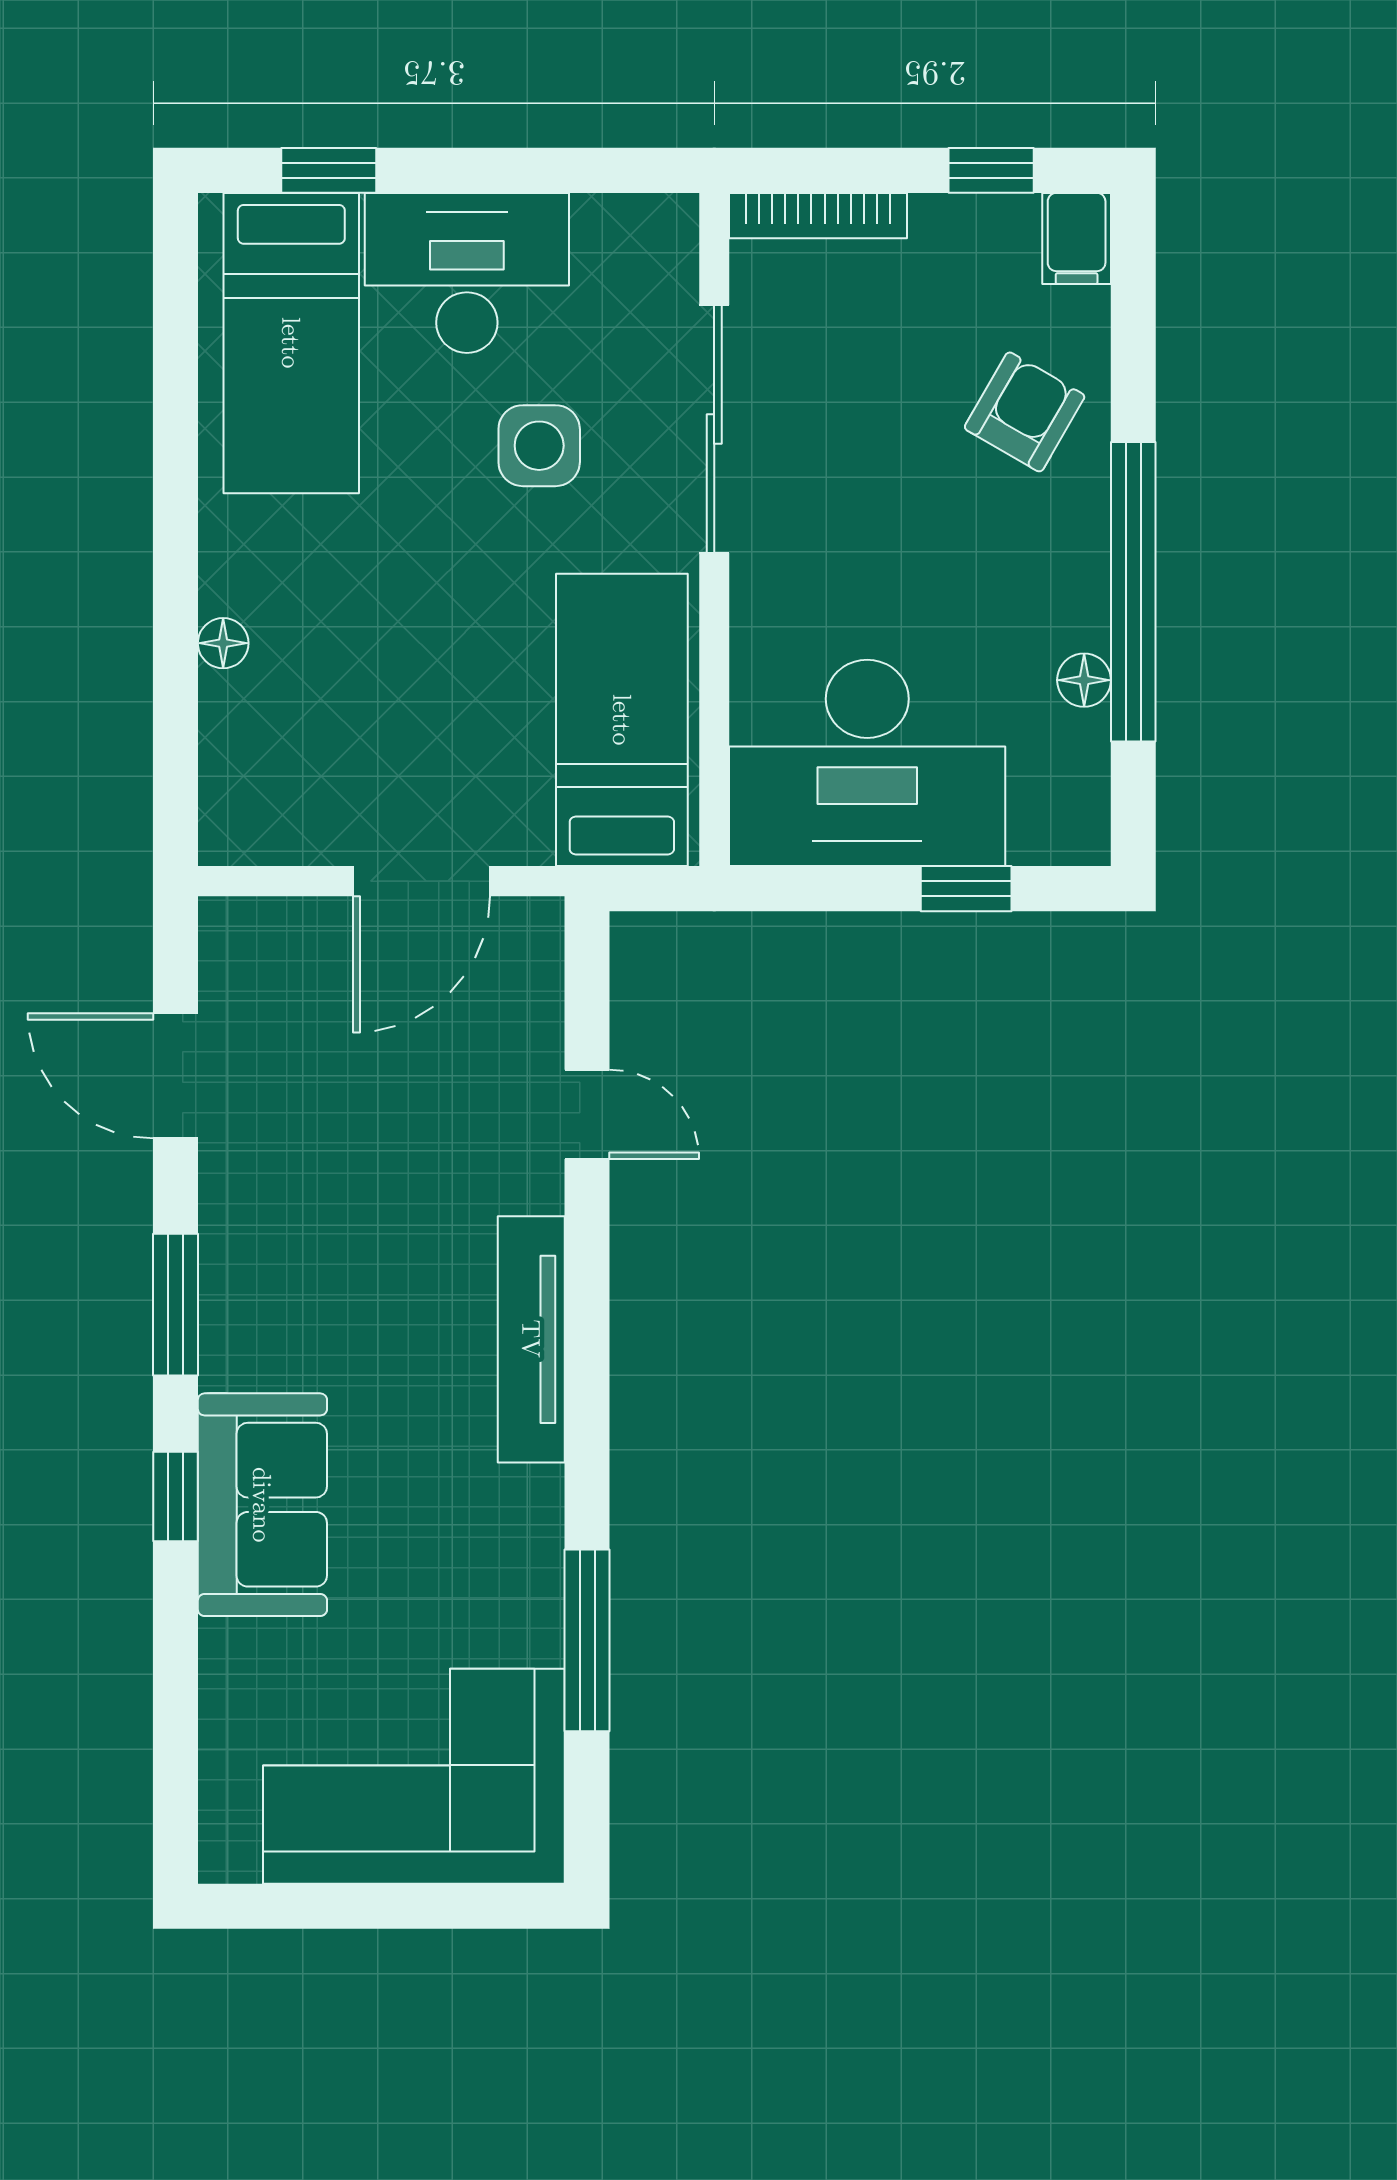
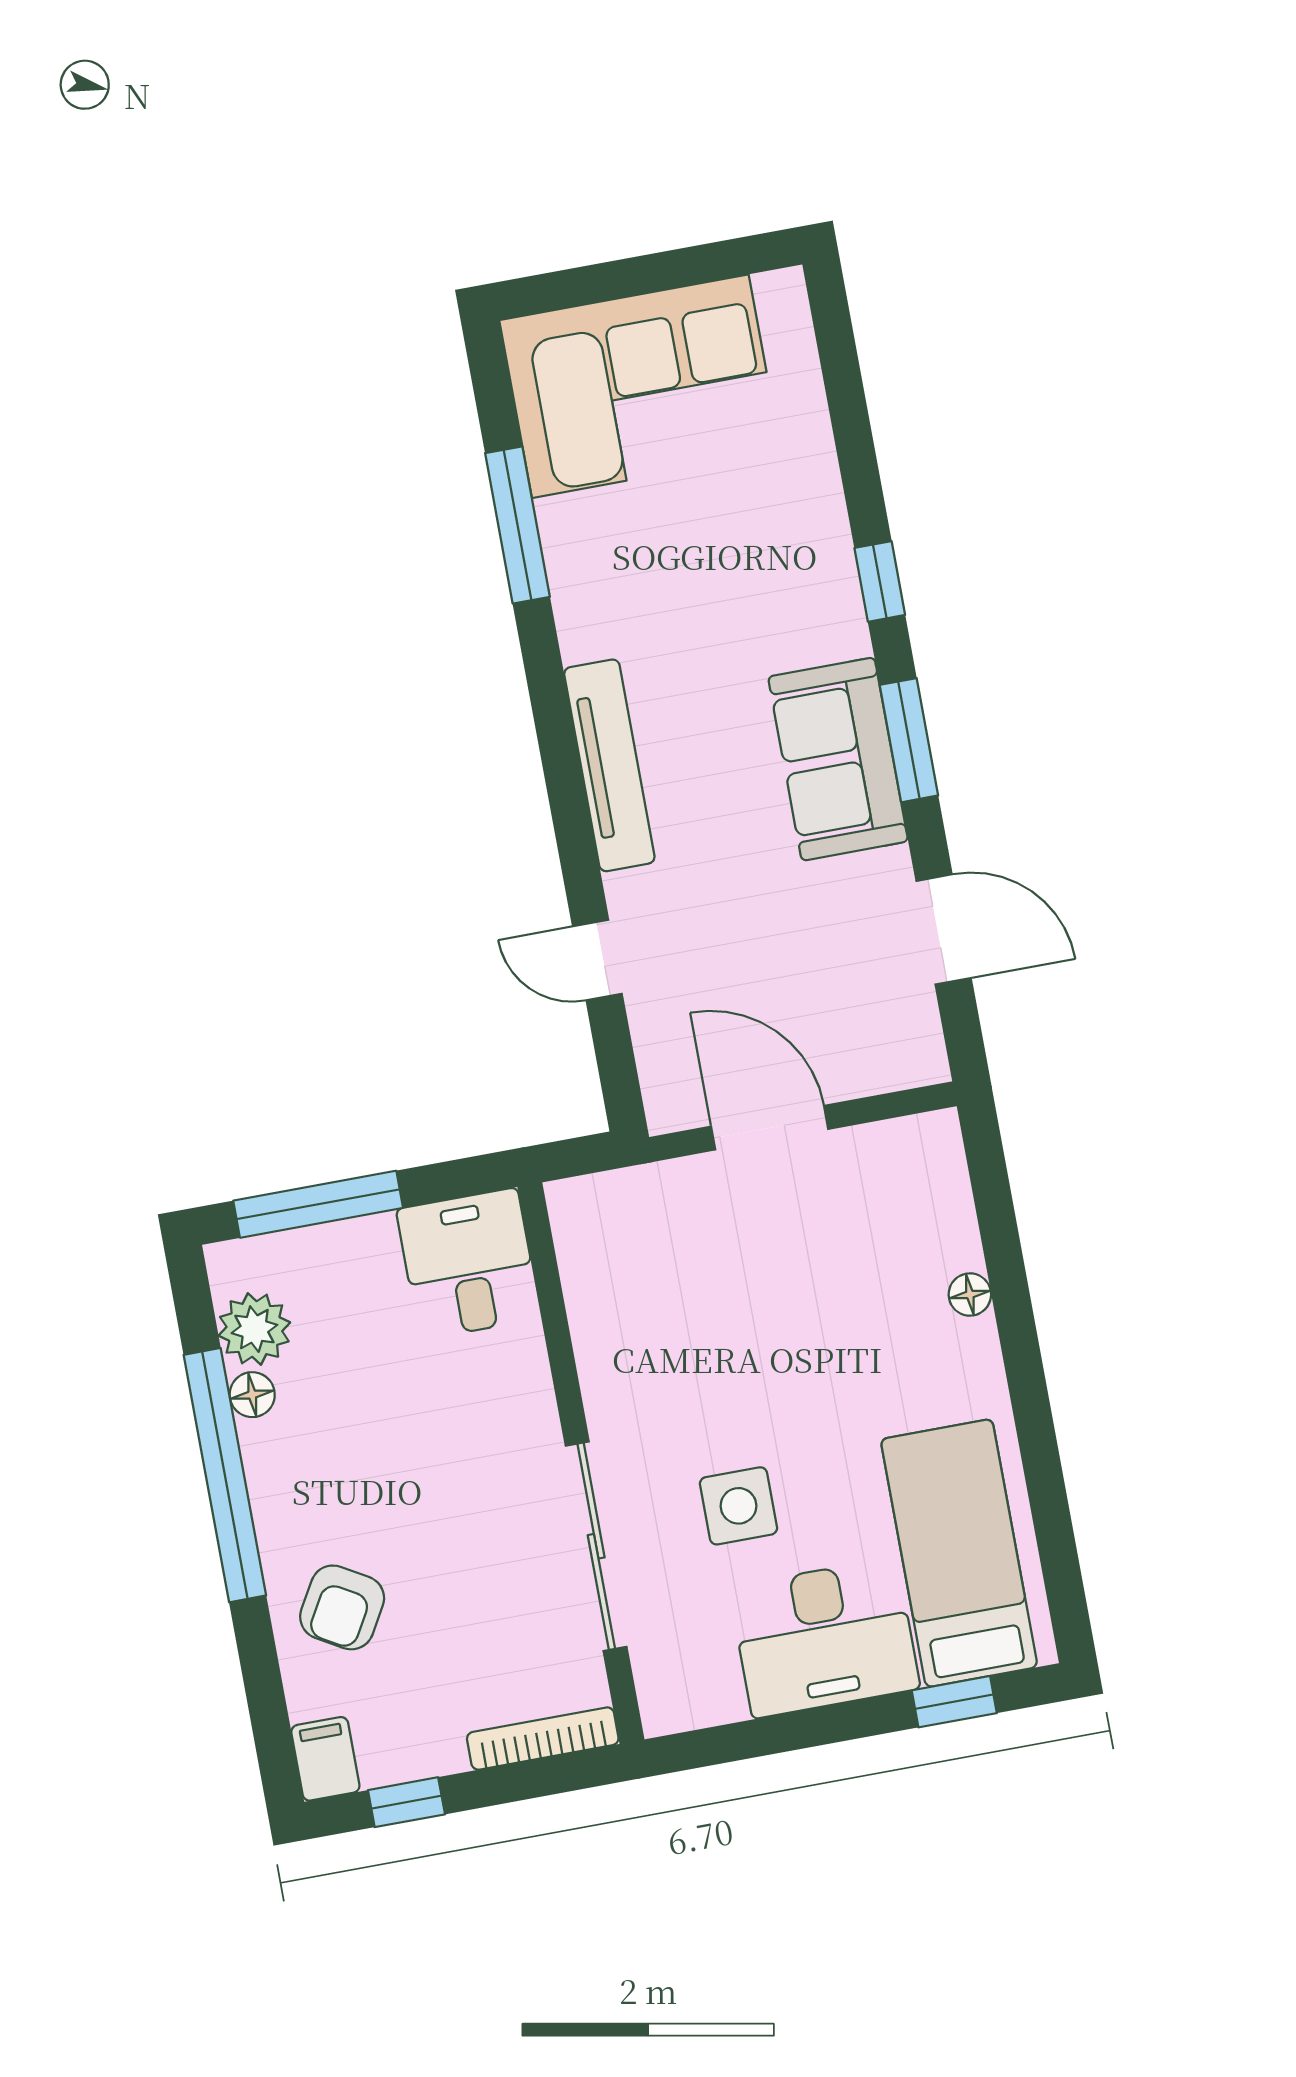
bed: (622, 720) -> (628, 1292), removed
plant: (1067, 756) -> (254, 1329), added
desk: (867, 763) -> (469, 1264), width x0.53, depth x0.77
door: (421, 881) -> (770, 1128), hinge flipped
window: (966, 889) -> (318, 1204), width x2.17
sofa: (262, 1505) -> (838, 759), moved

